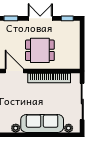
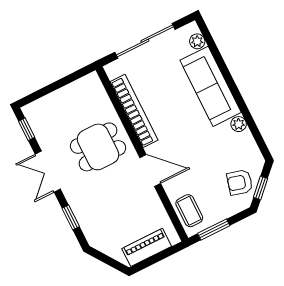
dining table: (40, 50) -> (98, 147), turned 90
door: (14, 71) -> (150, 171), swing flipped

